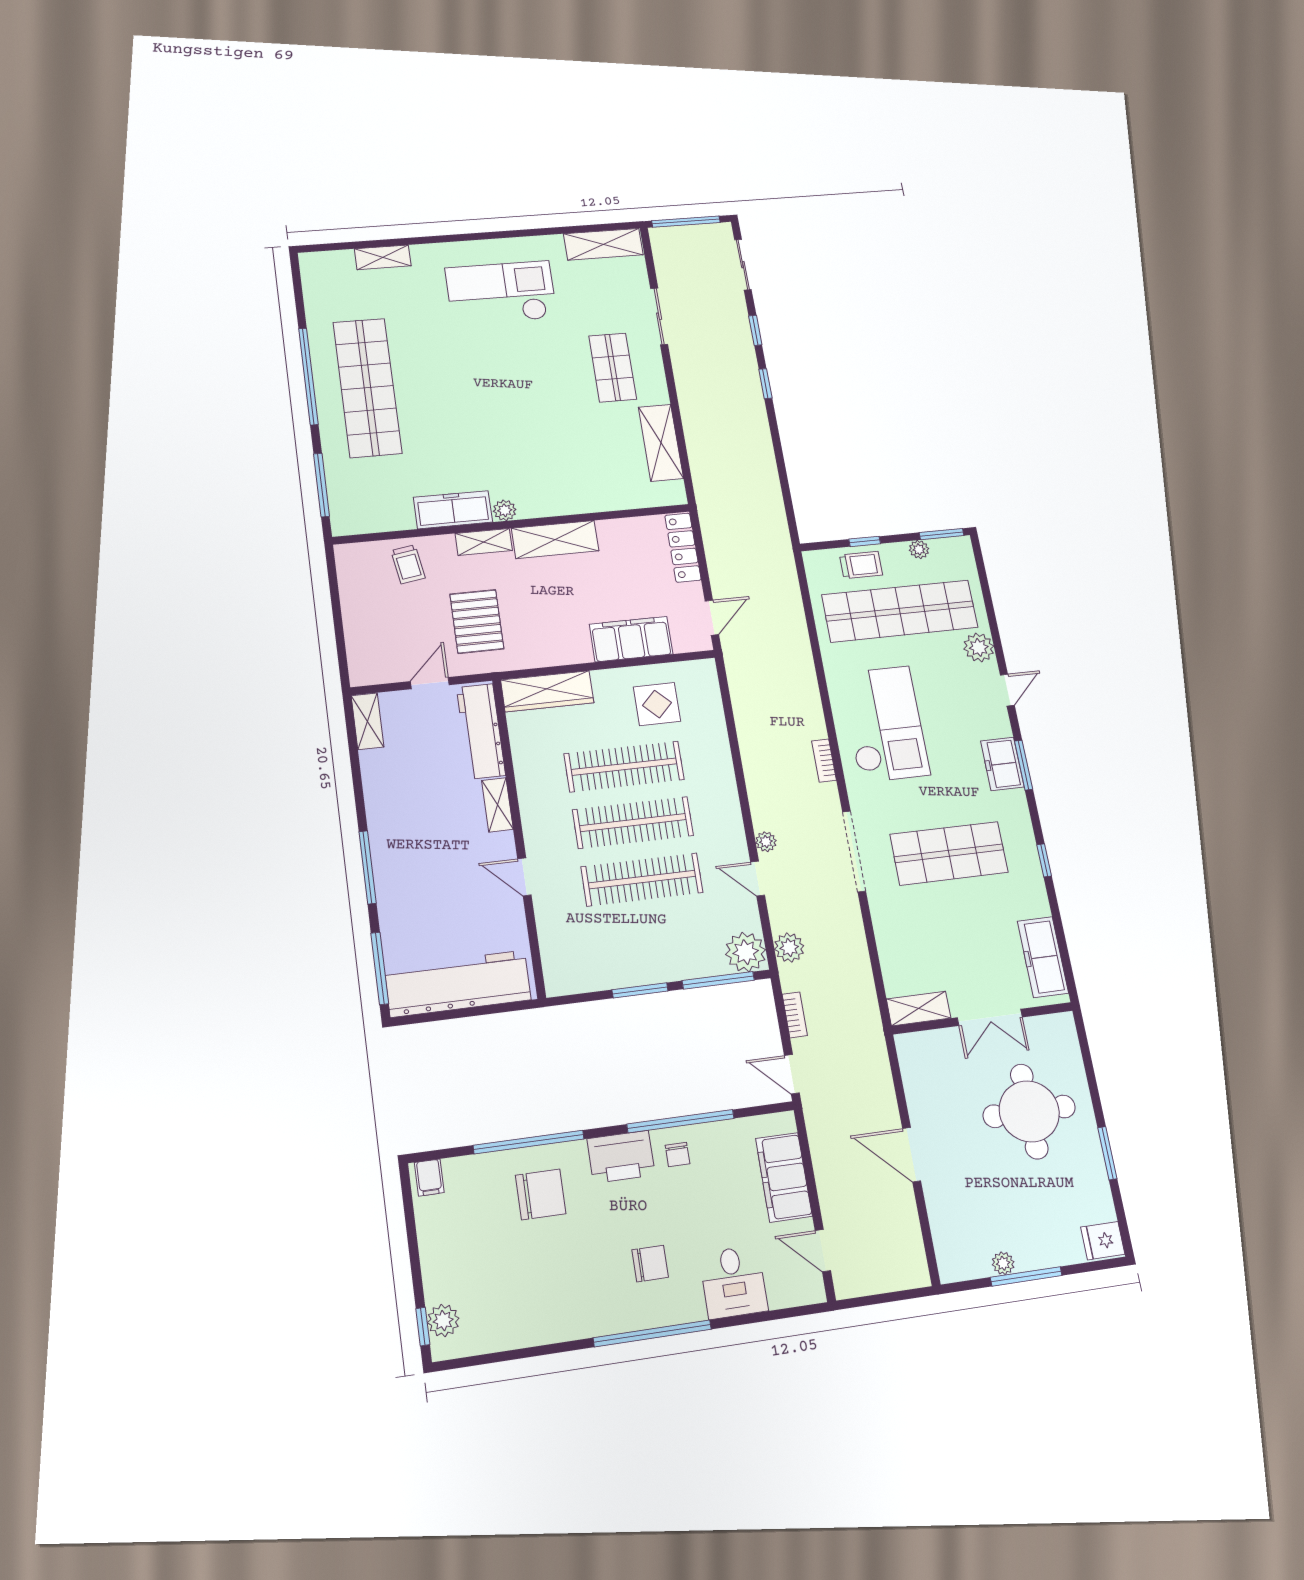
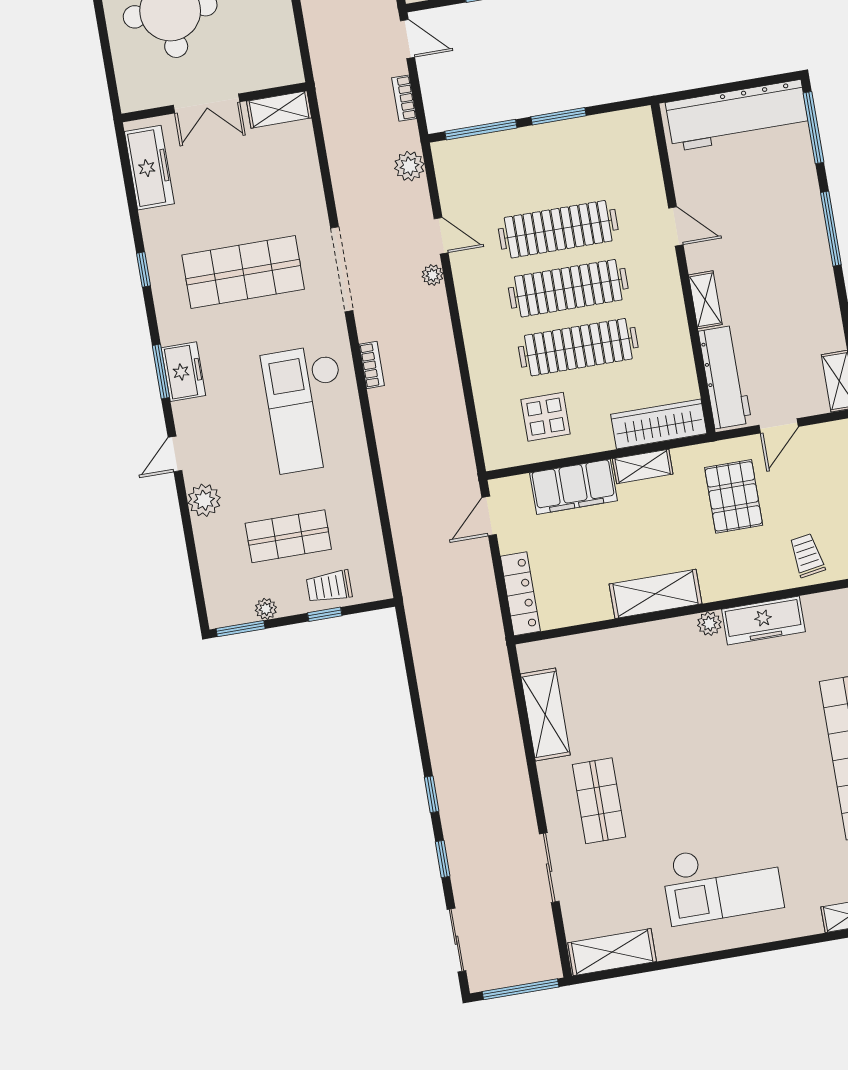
shelving: (484, 542) -> (643, 466), moved
shop shelf: (900, 611) -> (288, 536), width x0.50, depth x0.74
plant: (746, 952) -> (453, 160), removed
double door: (990, 1017) -> (206, 104), swing flipped

